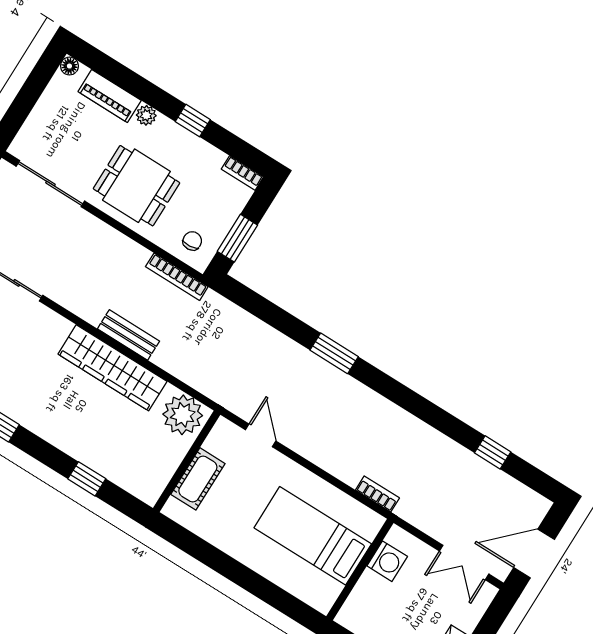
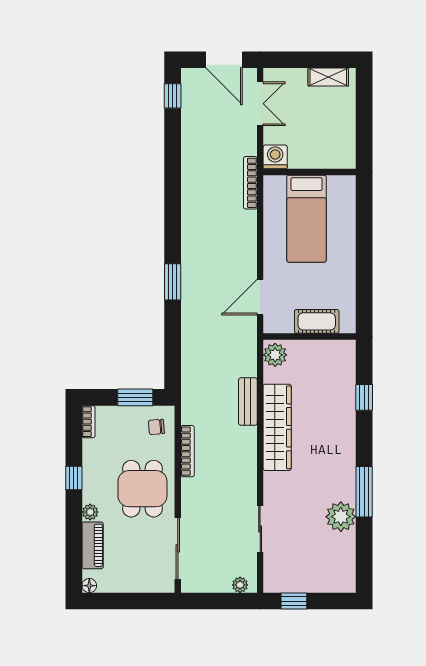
bookcase: (177, 277) -> (187, 451), moved
bench: (128, 335) -> (248, 402), moved
plant: (183, 415) -> (275, 355), width x0.73, depth x0.73
door: (261, 435) -> (260, 297), width x1.38
window: (493, 452) -> (173, 96), moved
bookcase: (377, 494) -> (250, 183), width x1.56
washing machine: (387, 561) -> (275, 157), moved

